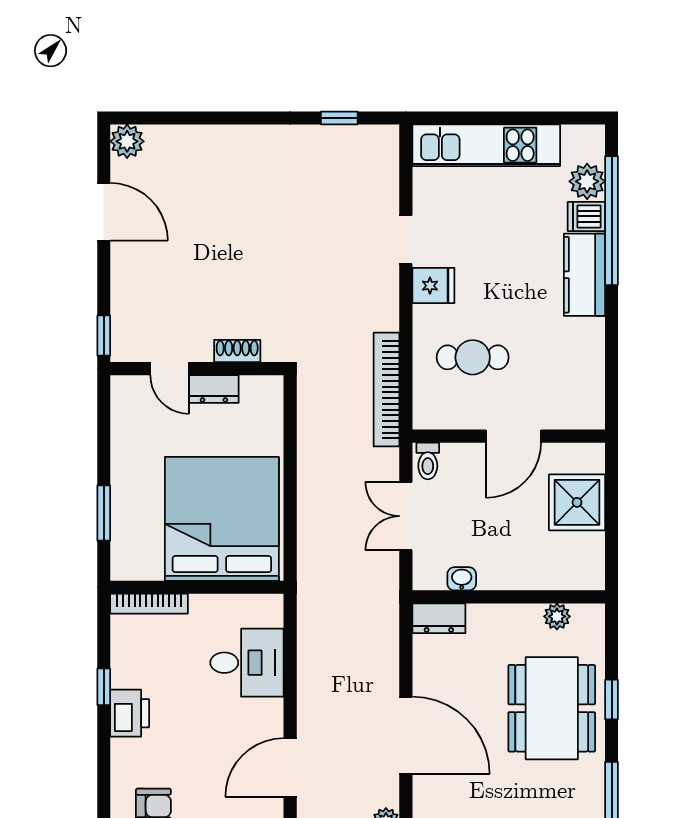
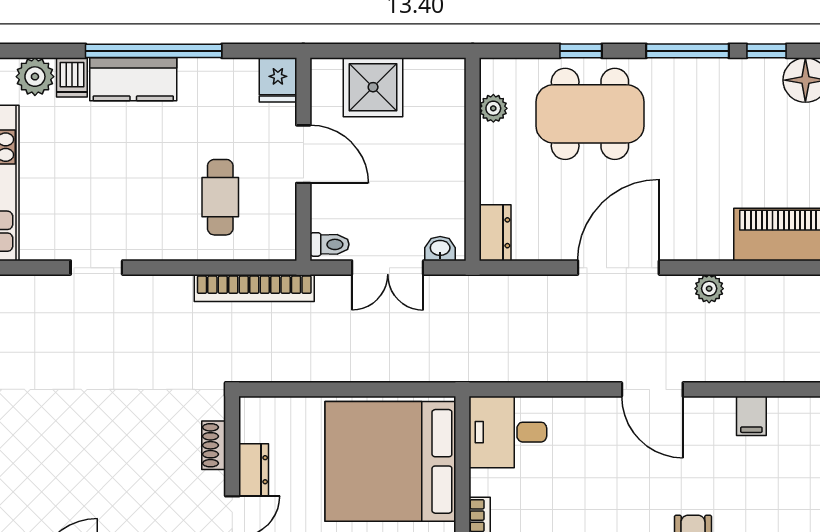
window: (612, 221) -> (154, 51), moved
fridge: (433, 286) -> (278, 80), moved, turned 180
washbasin: (462, 579) -> (440, 249), moved, turned 90
desk: (247, 663) -> (508, 432), moved, turned -90

